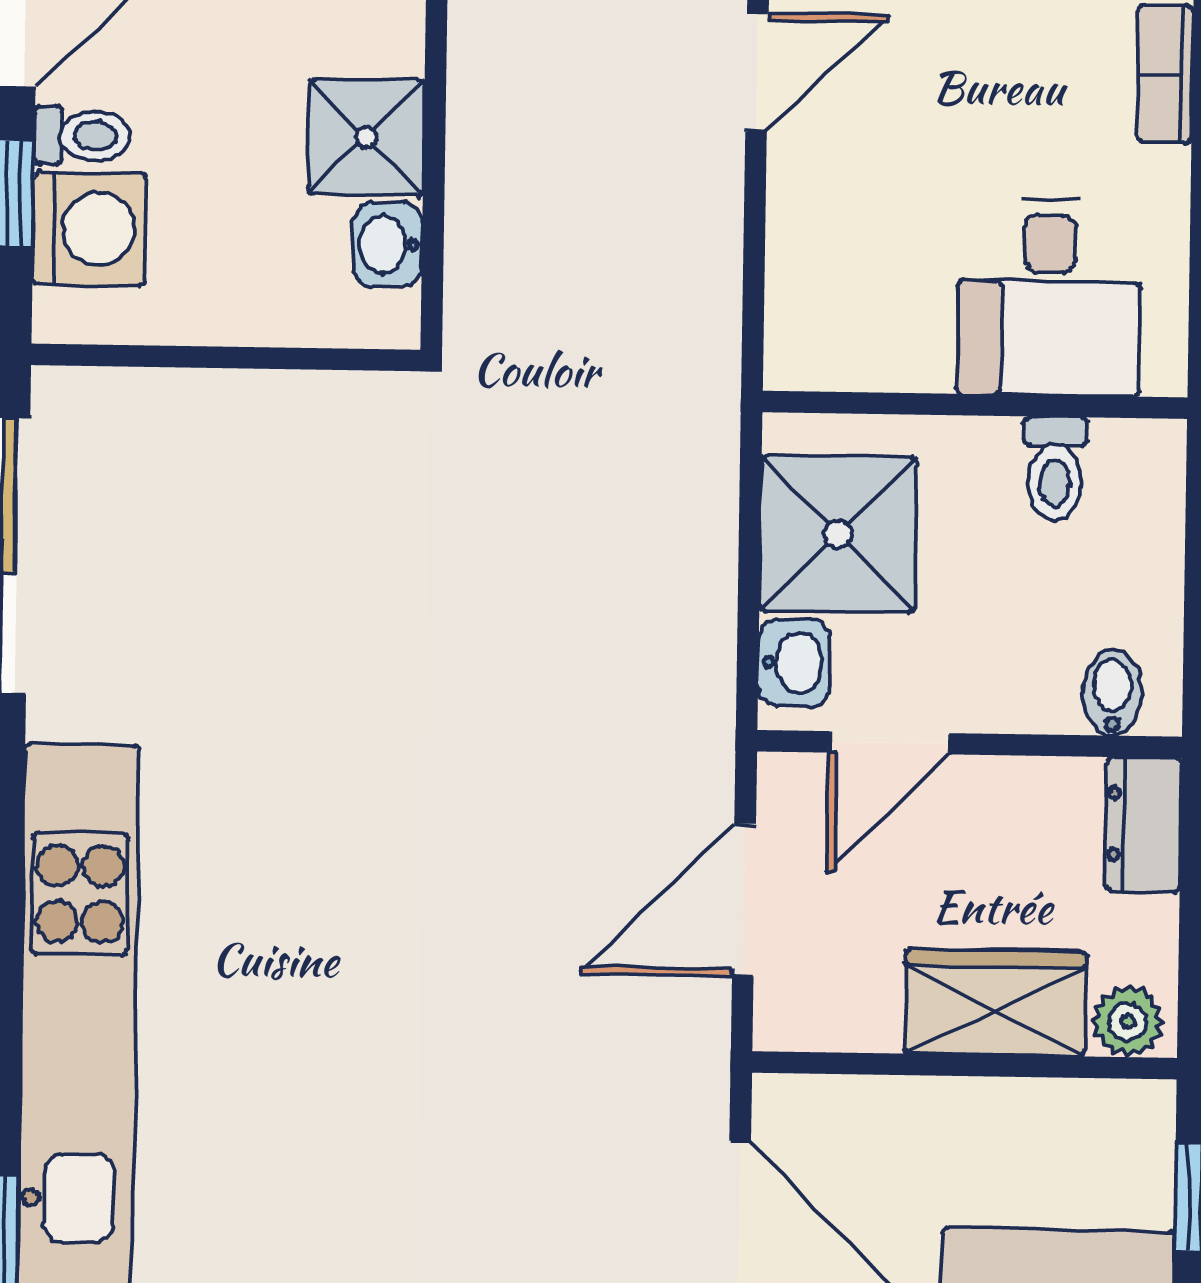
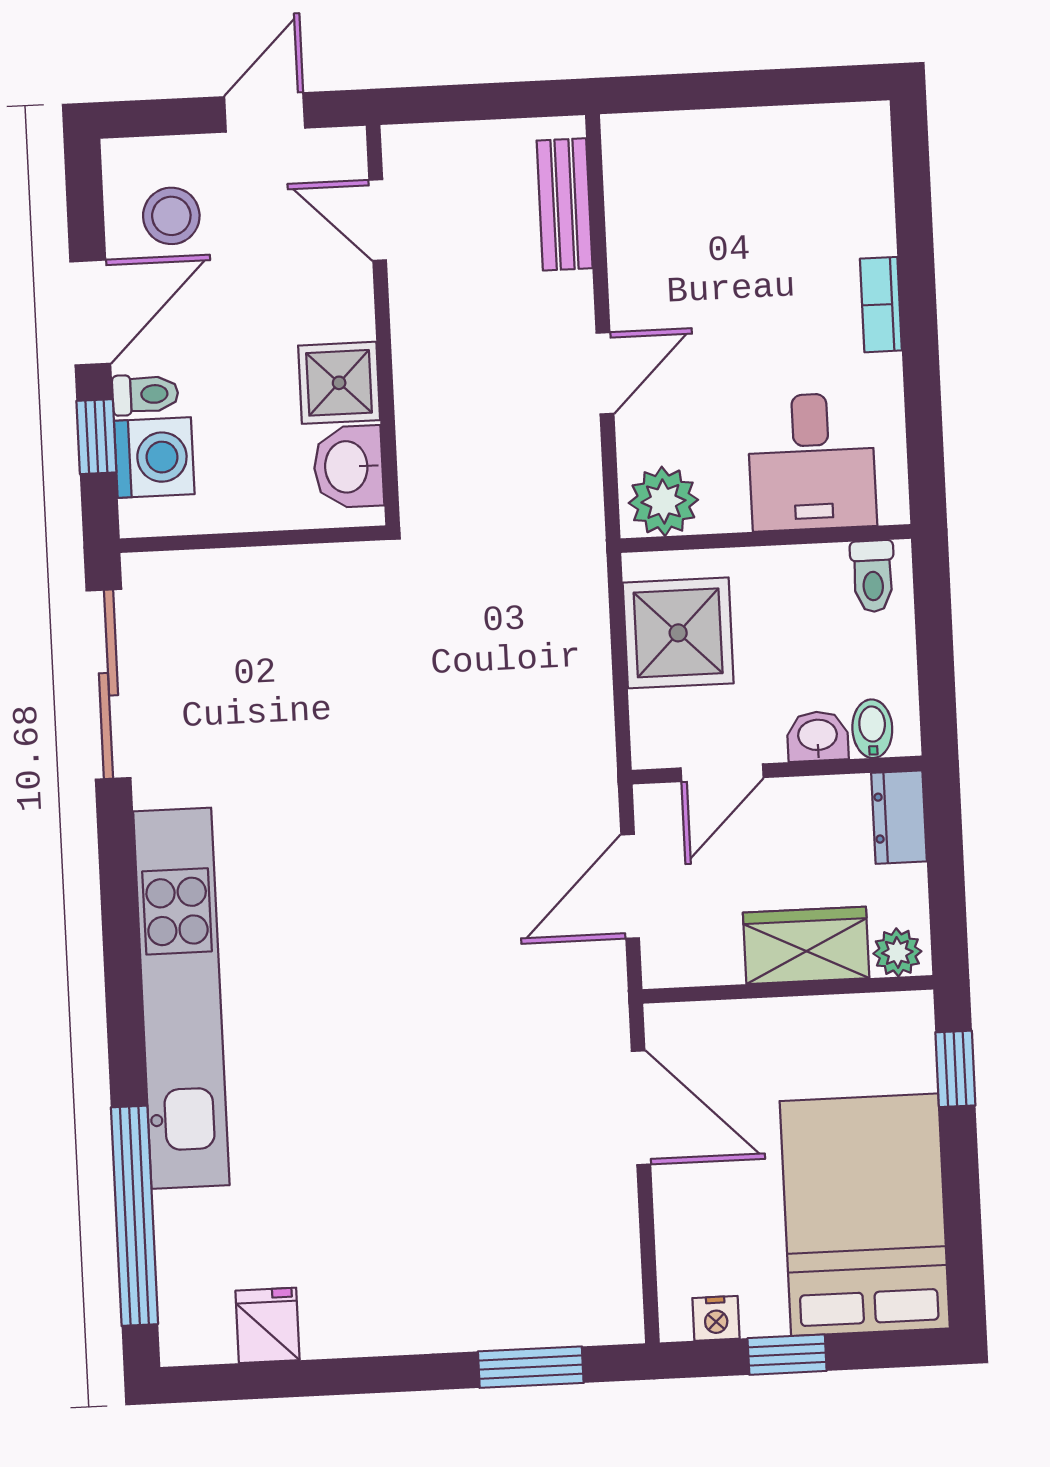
door: (757, 72) -> (605, 373), moved
washbasin: (388, 245) -> (348, 467), width x1.38, depth x1.45
plant: (829, 341) -> (663, 501), added
toilet: (1055, 469) -> (873, 576), moved
washbasin: (794, 663) -> (818, 736), moved, turned -90

